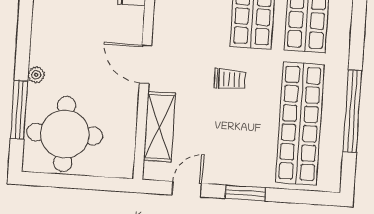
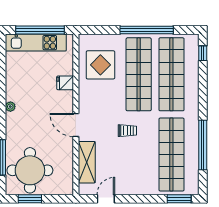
plant: (36, 75) -> (10, 107), moved
window: (62, 181) -> (30, 199), added
window: (245, 193) -> (179, 199), moved

